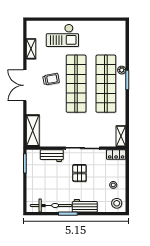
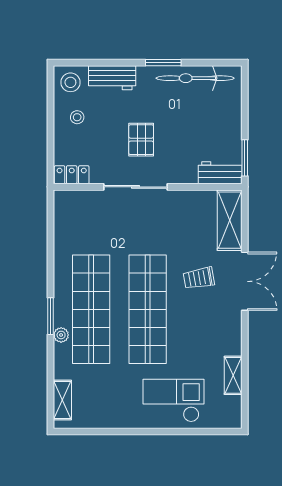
trolley: (51, 79) -> (199, 278), moved
double door: (25, 85) -> (245, 281), moved
shelving: (121, 136) -> (62, 400), moved
workbench: (52, 156) -> (220, 173), moved
workbench: (85, 206) -> (112, 78), moved

